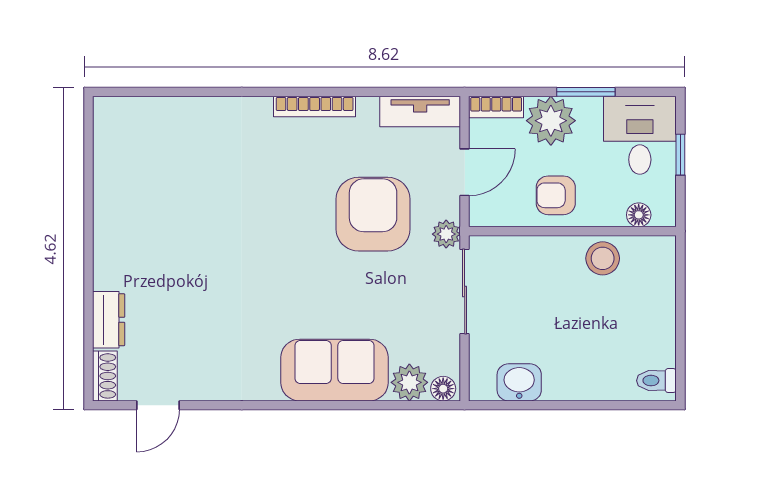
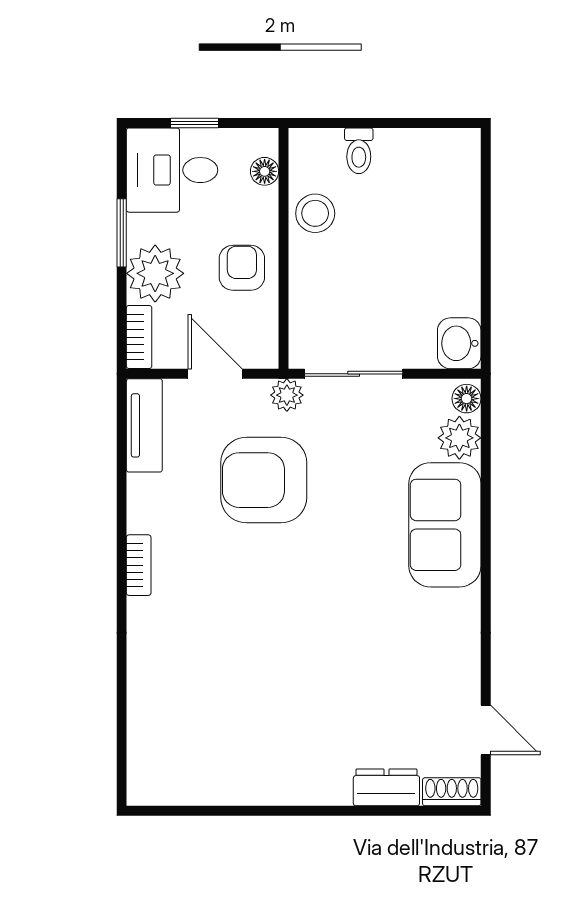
bookcase: (315, 106) -> (139, 565), width x0.64
armchair: (556, 195) -> (242, 268), turned 180
toilet: (656, 381) -> (359, 151), moved
washbasin: (519, 382) -> (459, 343), moved

